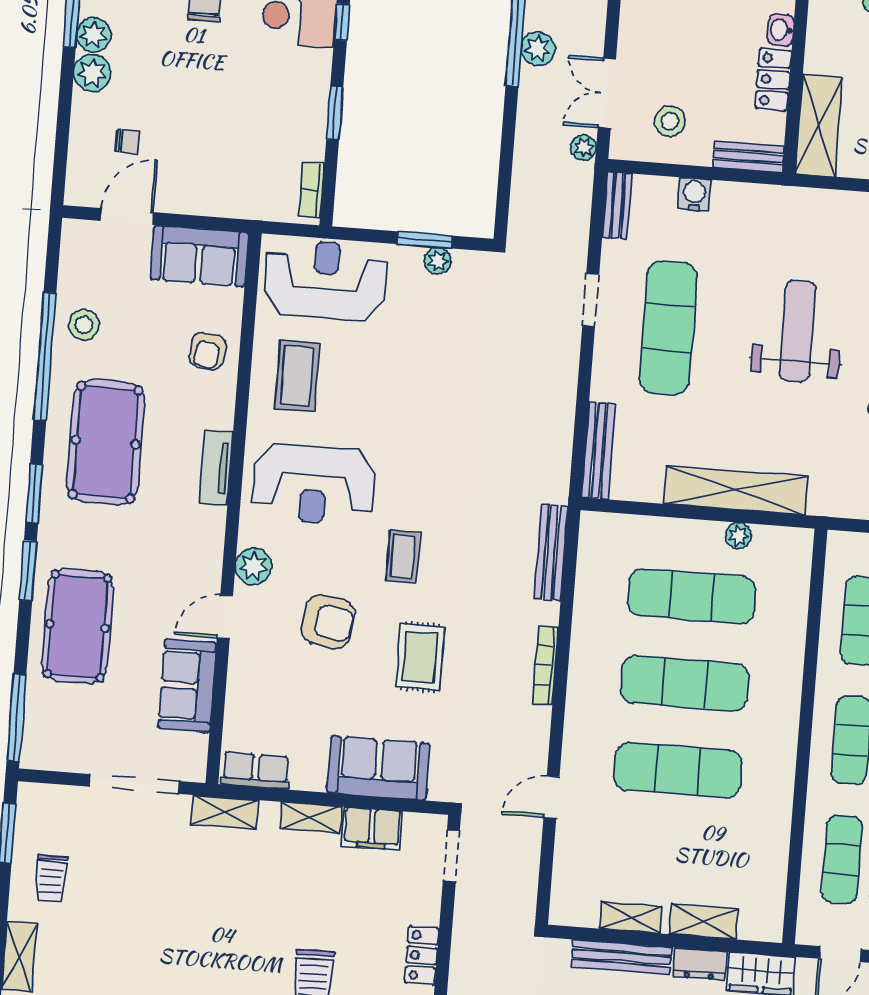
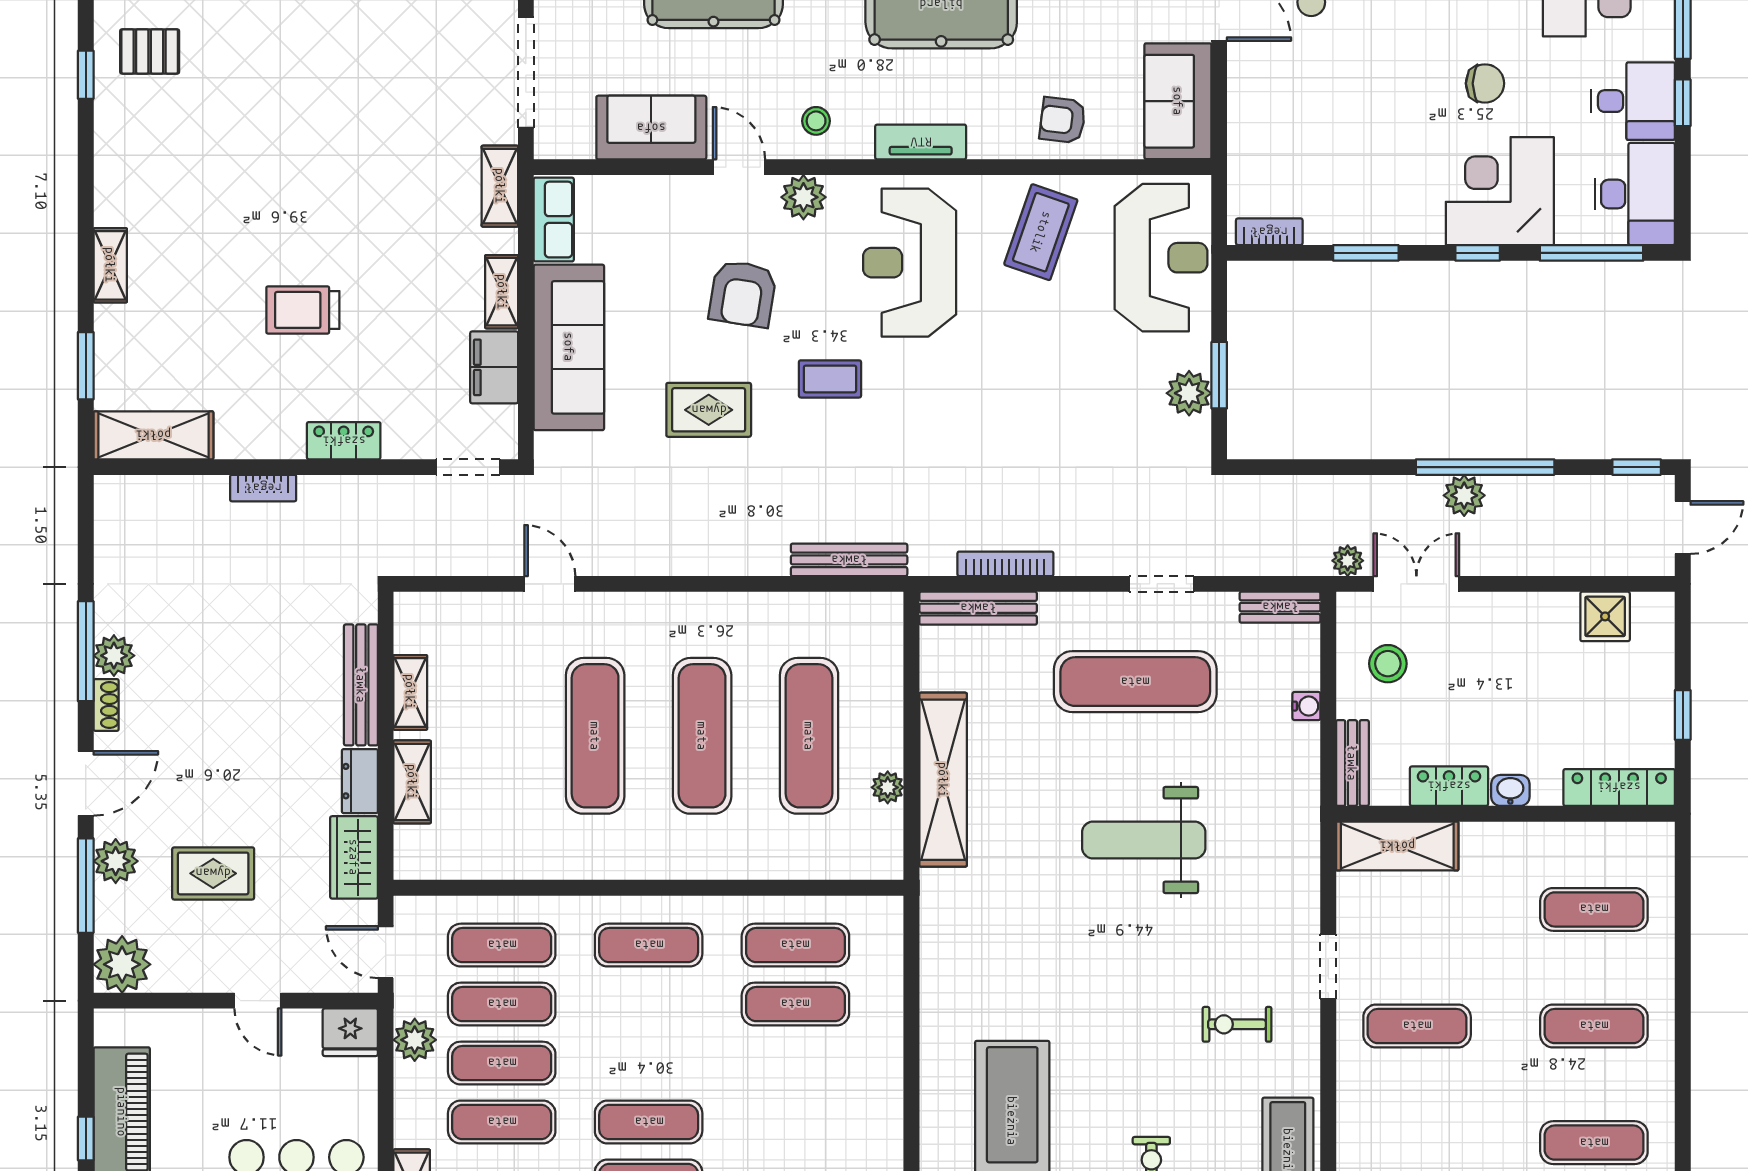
water cooler: (694, 194) -> (1306, 706), width x0.72, depth x0.72
plant: (438, 261) -> (1189, 393), width x1.38, depth x1.38
weight bench: (798, 331) -> (1144, 840), turned 180
coffee table: (297, 376) -> (1041, 232), turned -71
stool: (192, 551) -> (816, 121), added
bookcase: (546, 665) -> (1005, 564), moved
sofa: (378, 768) -> (569, 347), width x1.36

